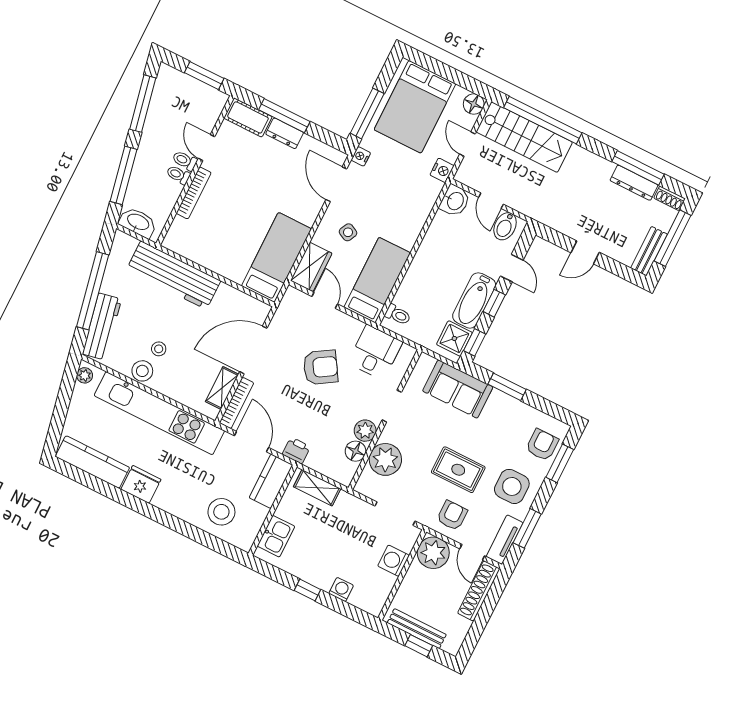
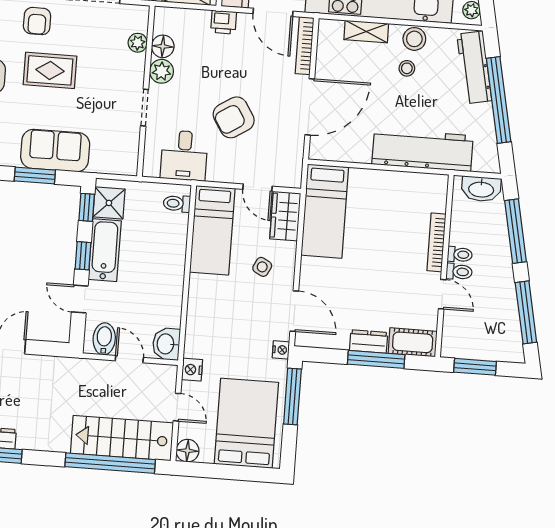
shelving: (222, 388) -> (366, 32), moved, turned 90
sofa: (458, 389) -> (55, 151), moved
plant: (385, 459) -> (138, 43), width x0.53, depth x0.53

